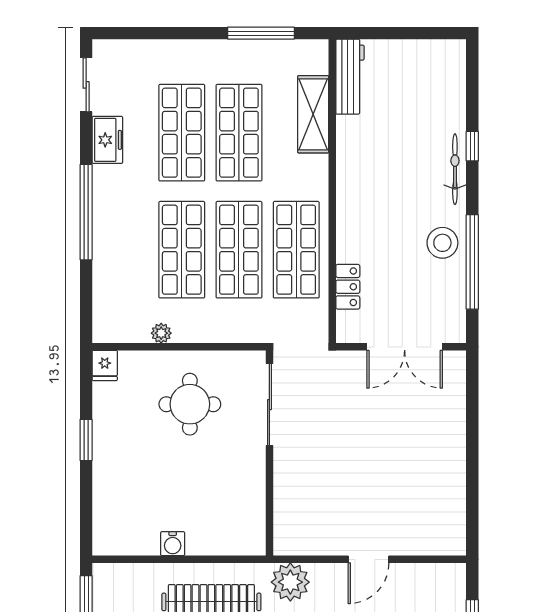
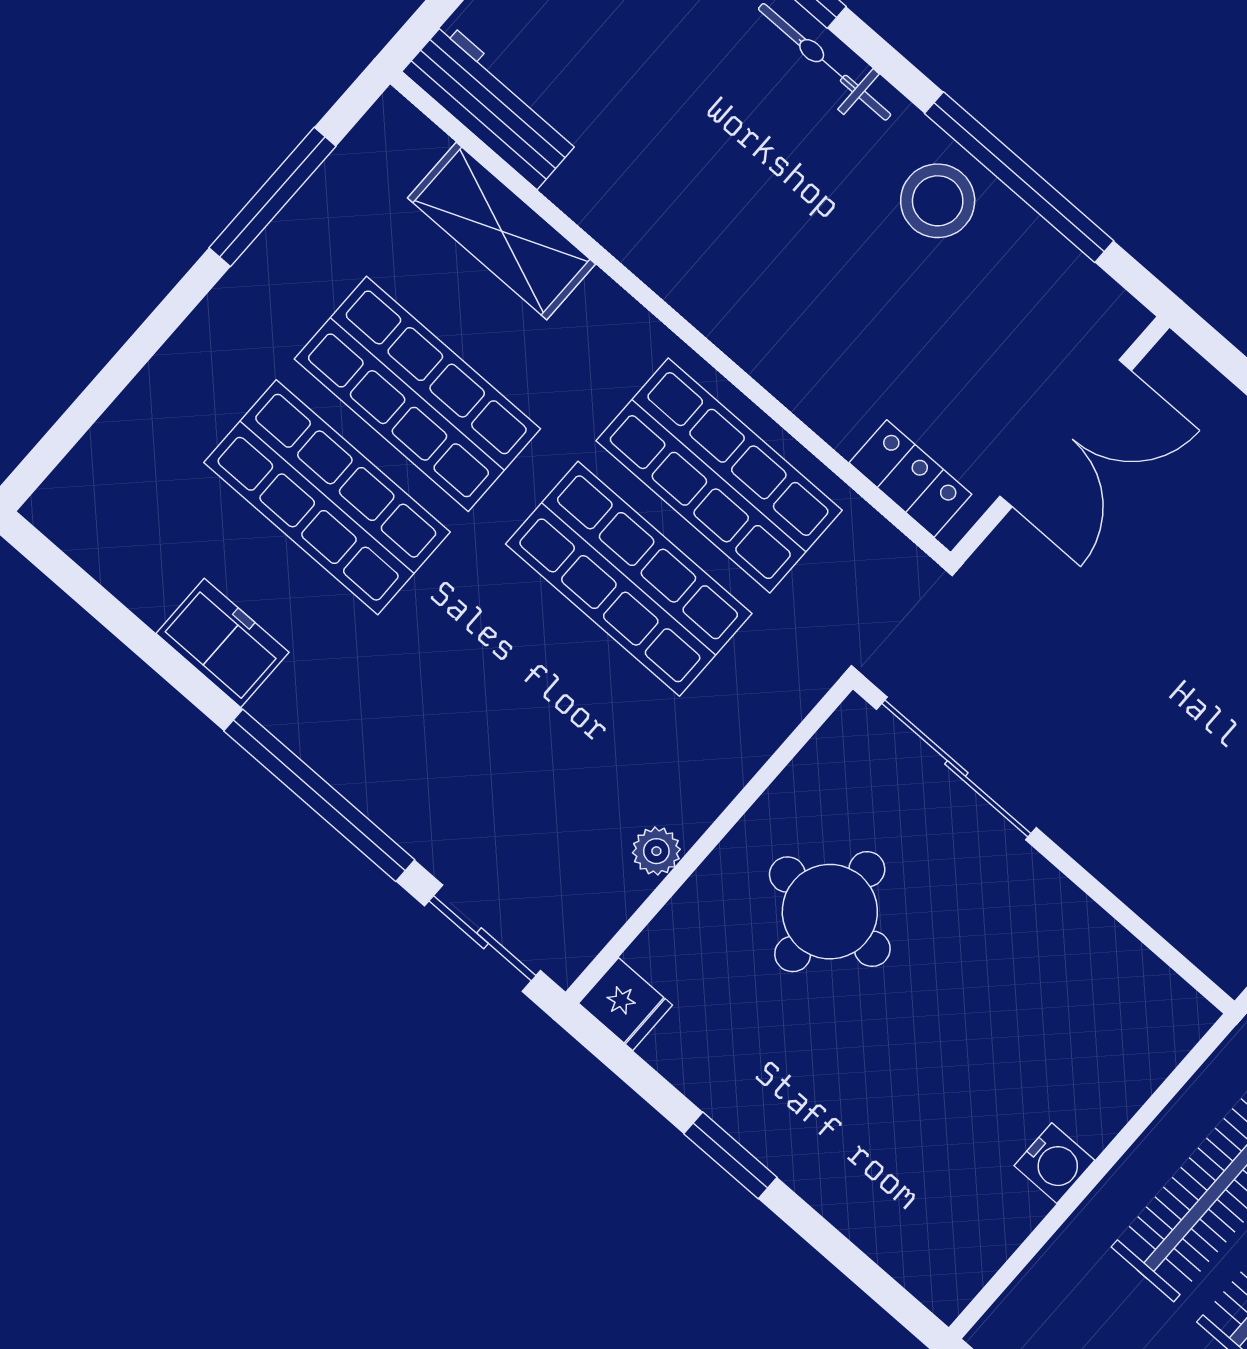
sliding door: (86, 85) -> (482, 938), moved
shop shelf: (182, 250) -> (538, 682), removed
locker: (348, 287) -> (910, 478), moved

